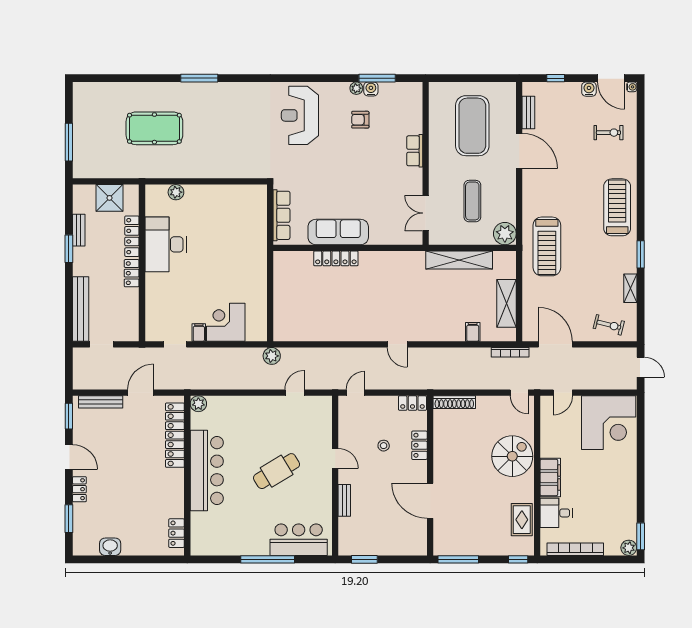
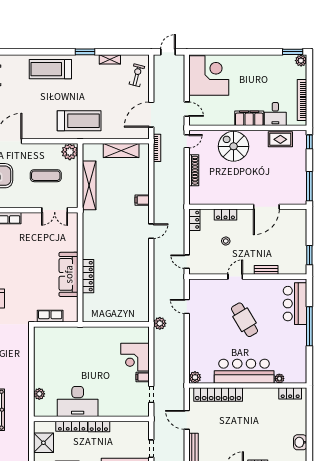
row of seats: (282, 215) -> (50, 316), width x0.68
filing cabinet: (473, 332) -> (142, 200), moved
shoe rack: (454, 402) -> (194, 170), moved
plant: (197, 519) -> (279, 379), added

